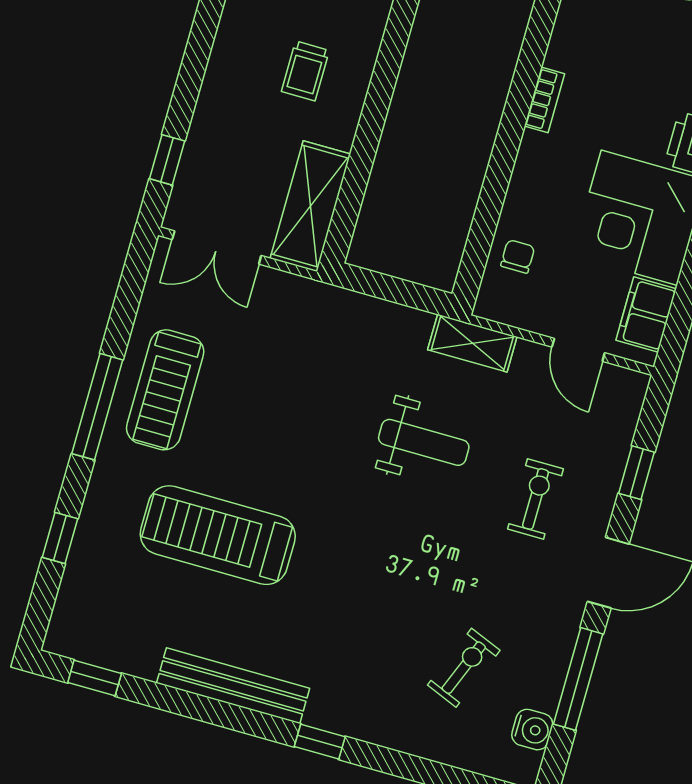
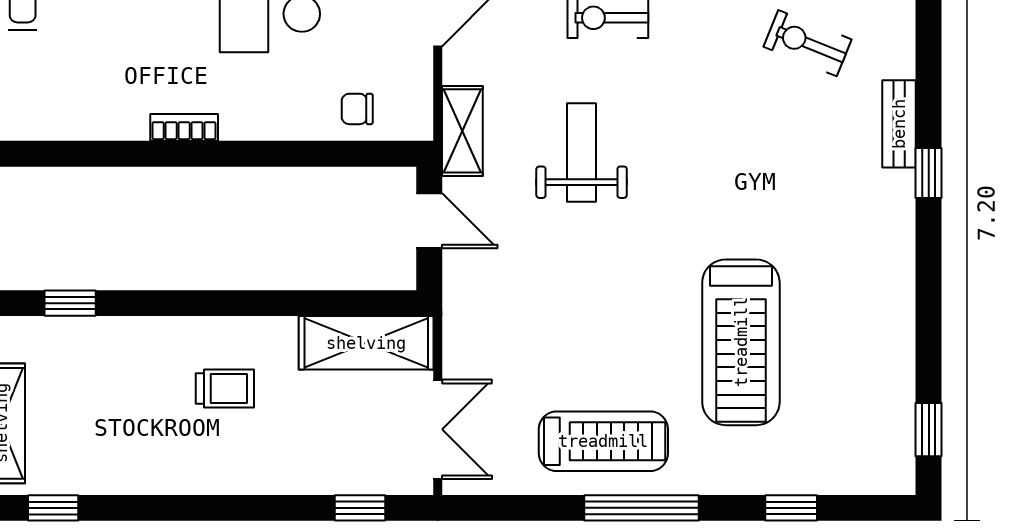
door: (402, 292) -> (429, 221), added
bench: (233, 686) -> (899, 124), moved, width x0.54, depth x0.82

